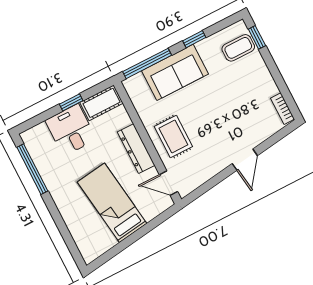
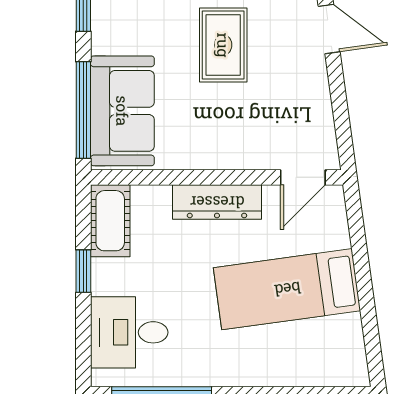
sofa: (175, 72) -> (122, 111), moved
desk: (71, 130) -> (129, 332), moved
rug: (173, 136) -> (223, 45), moved, turned 90

